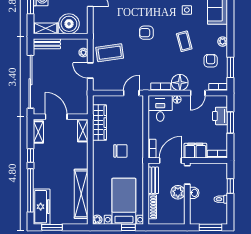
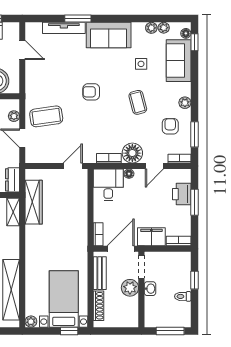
dresser: (82, 104) -> (12, 180), added
chair: (120, 151) -> (59, 237), removed

